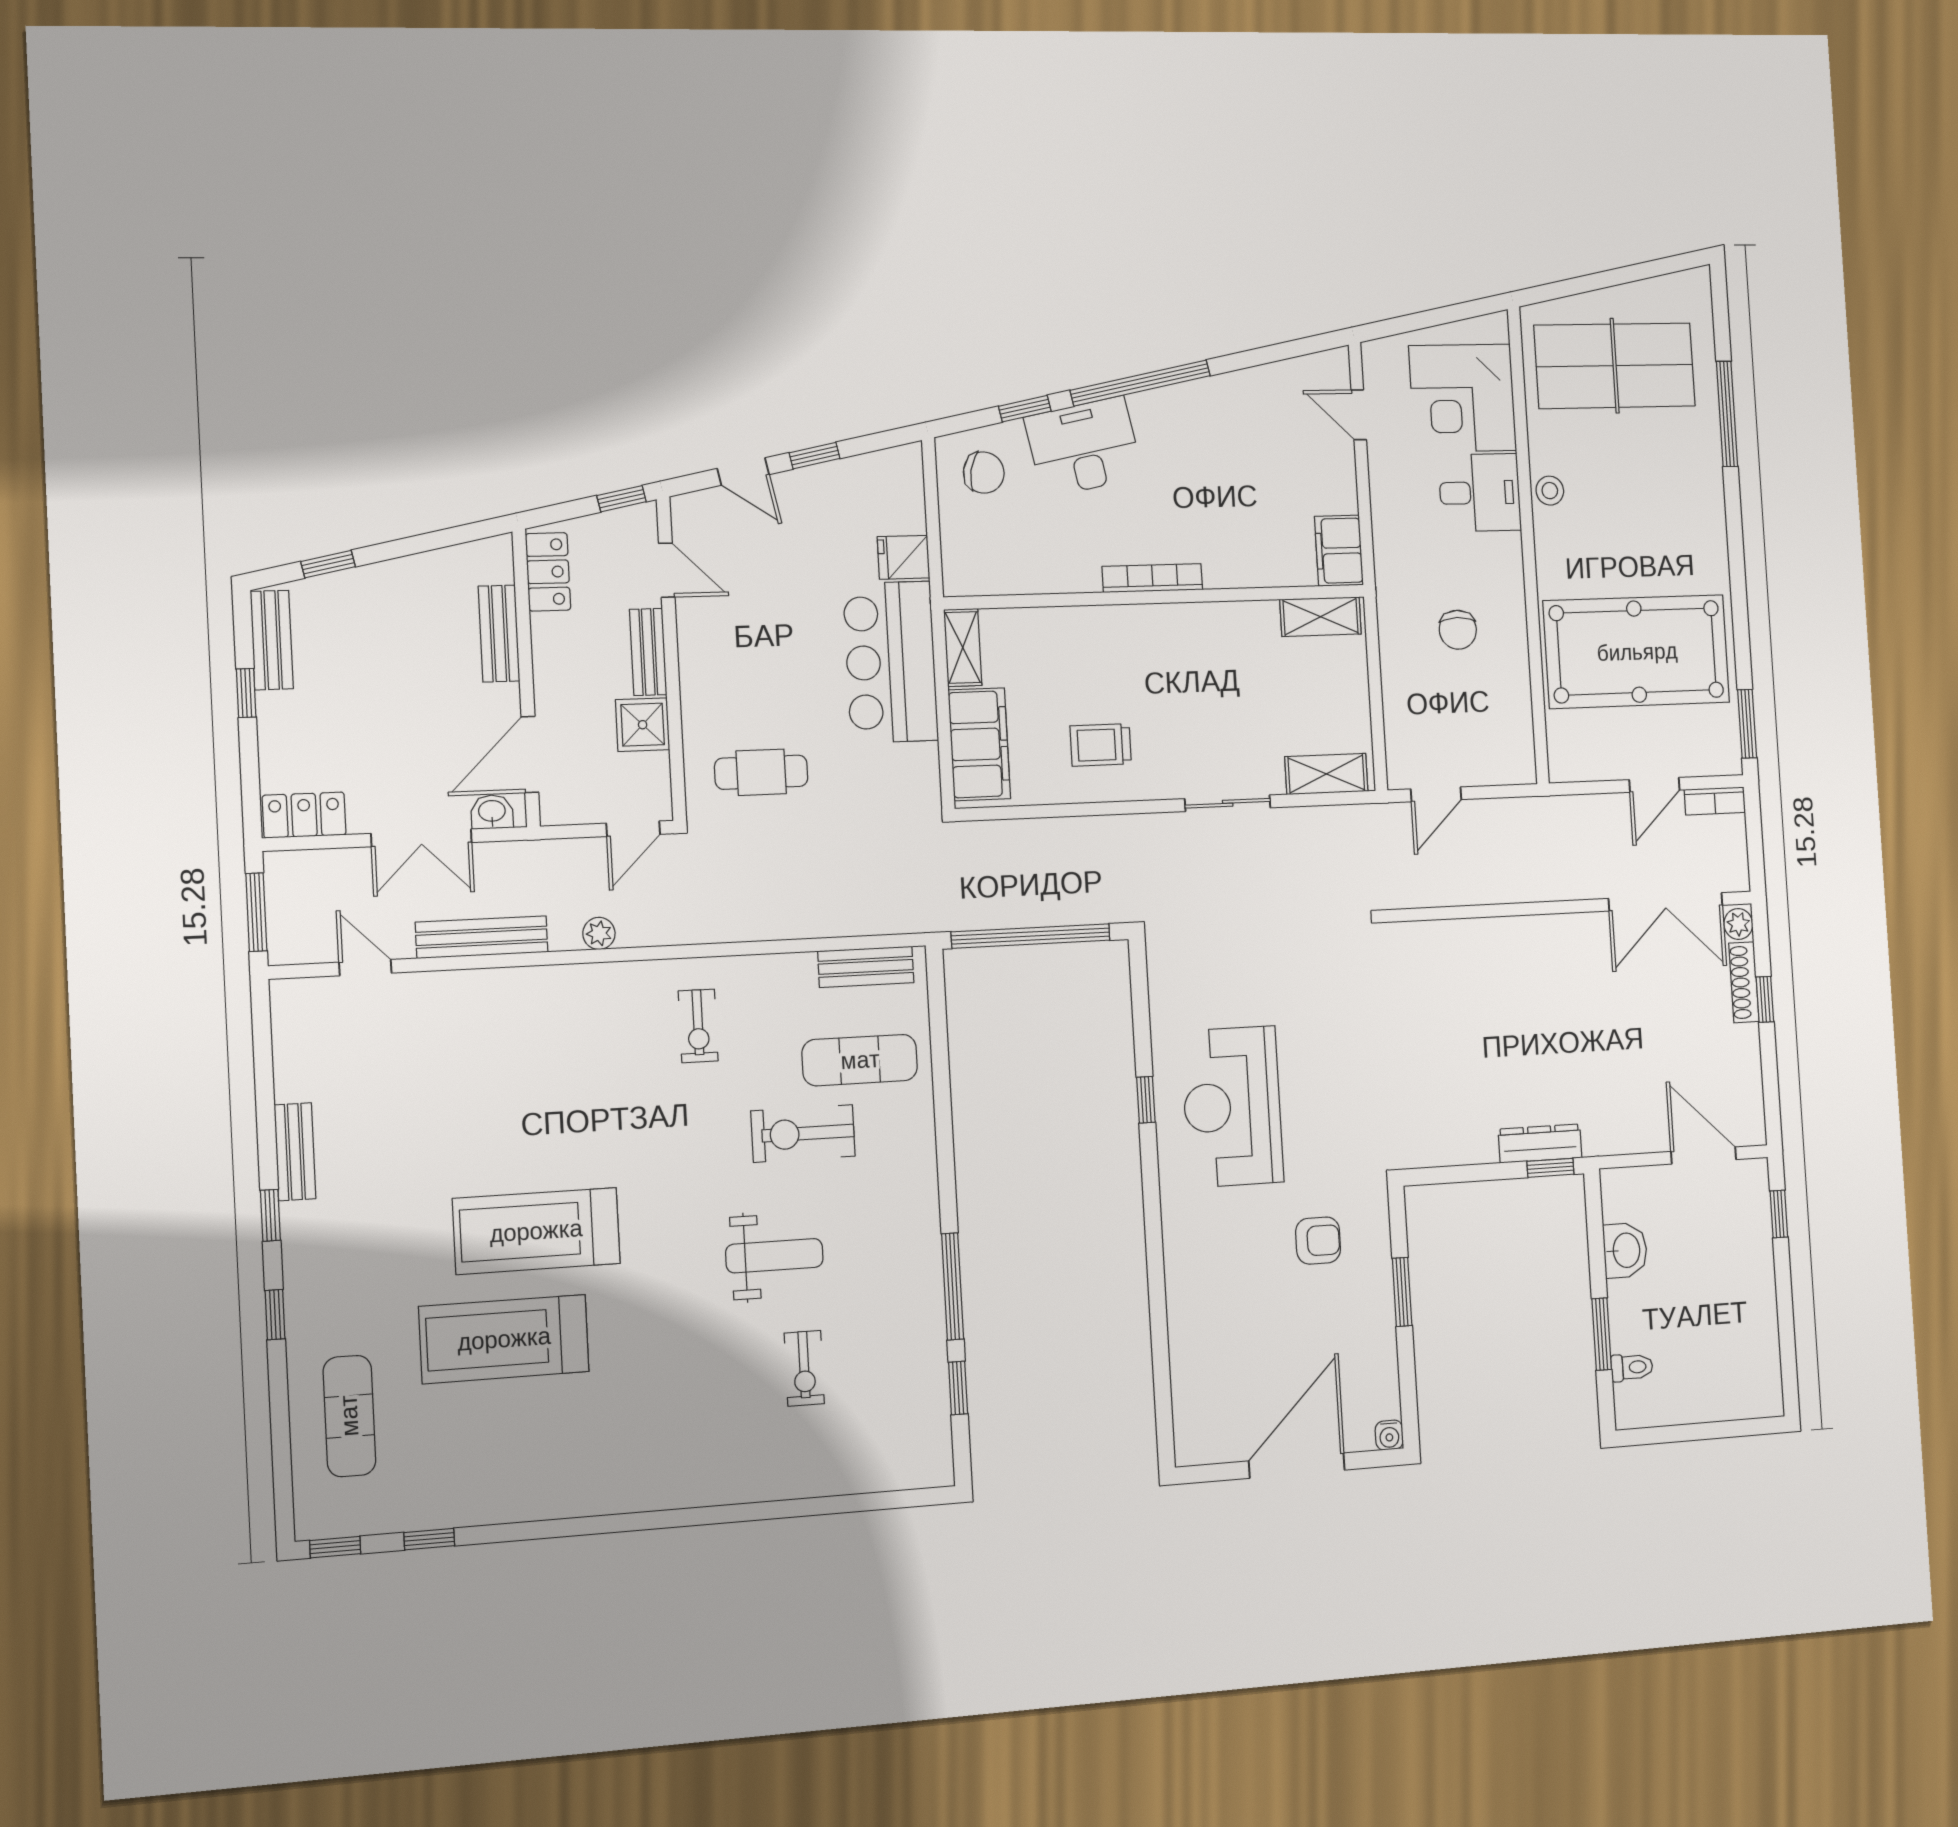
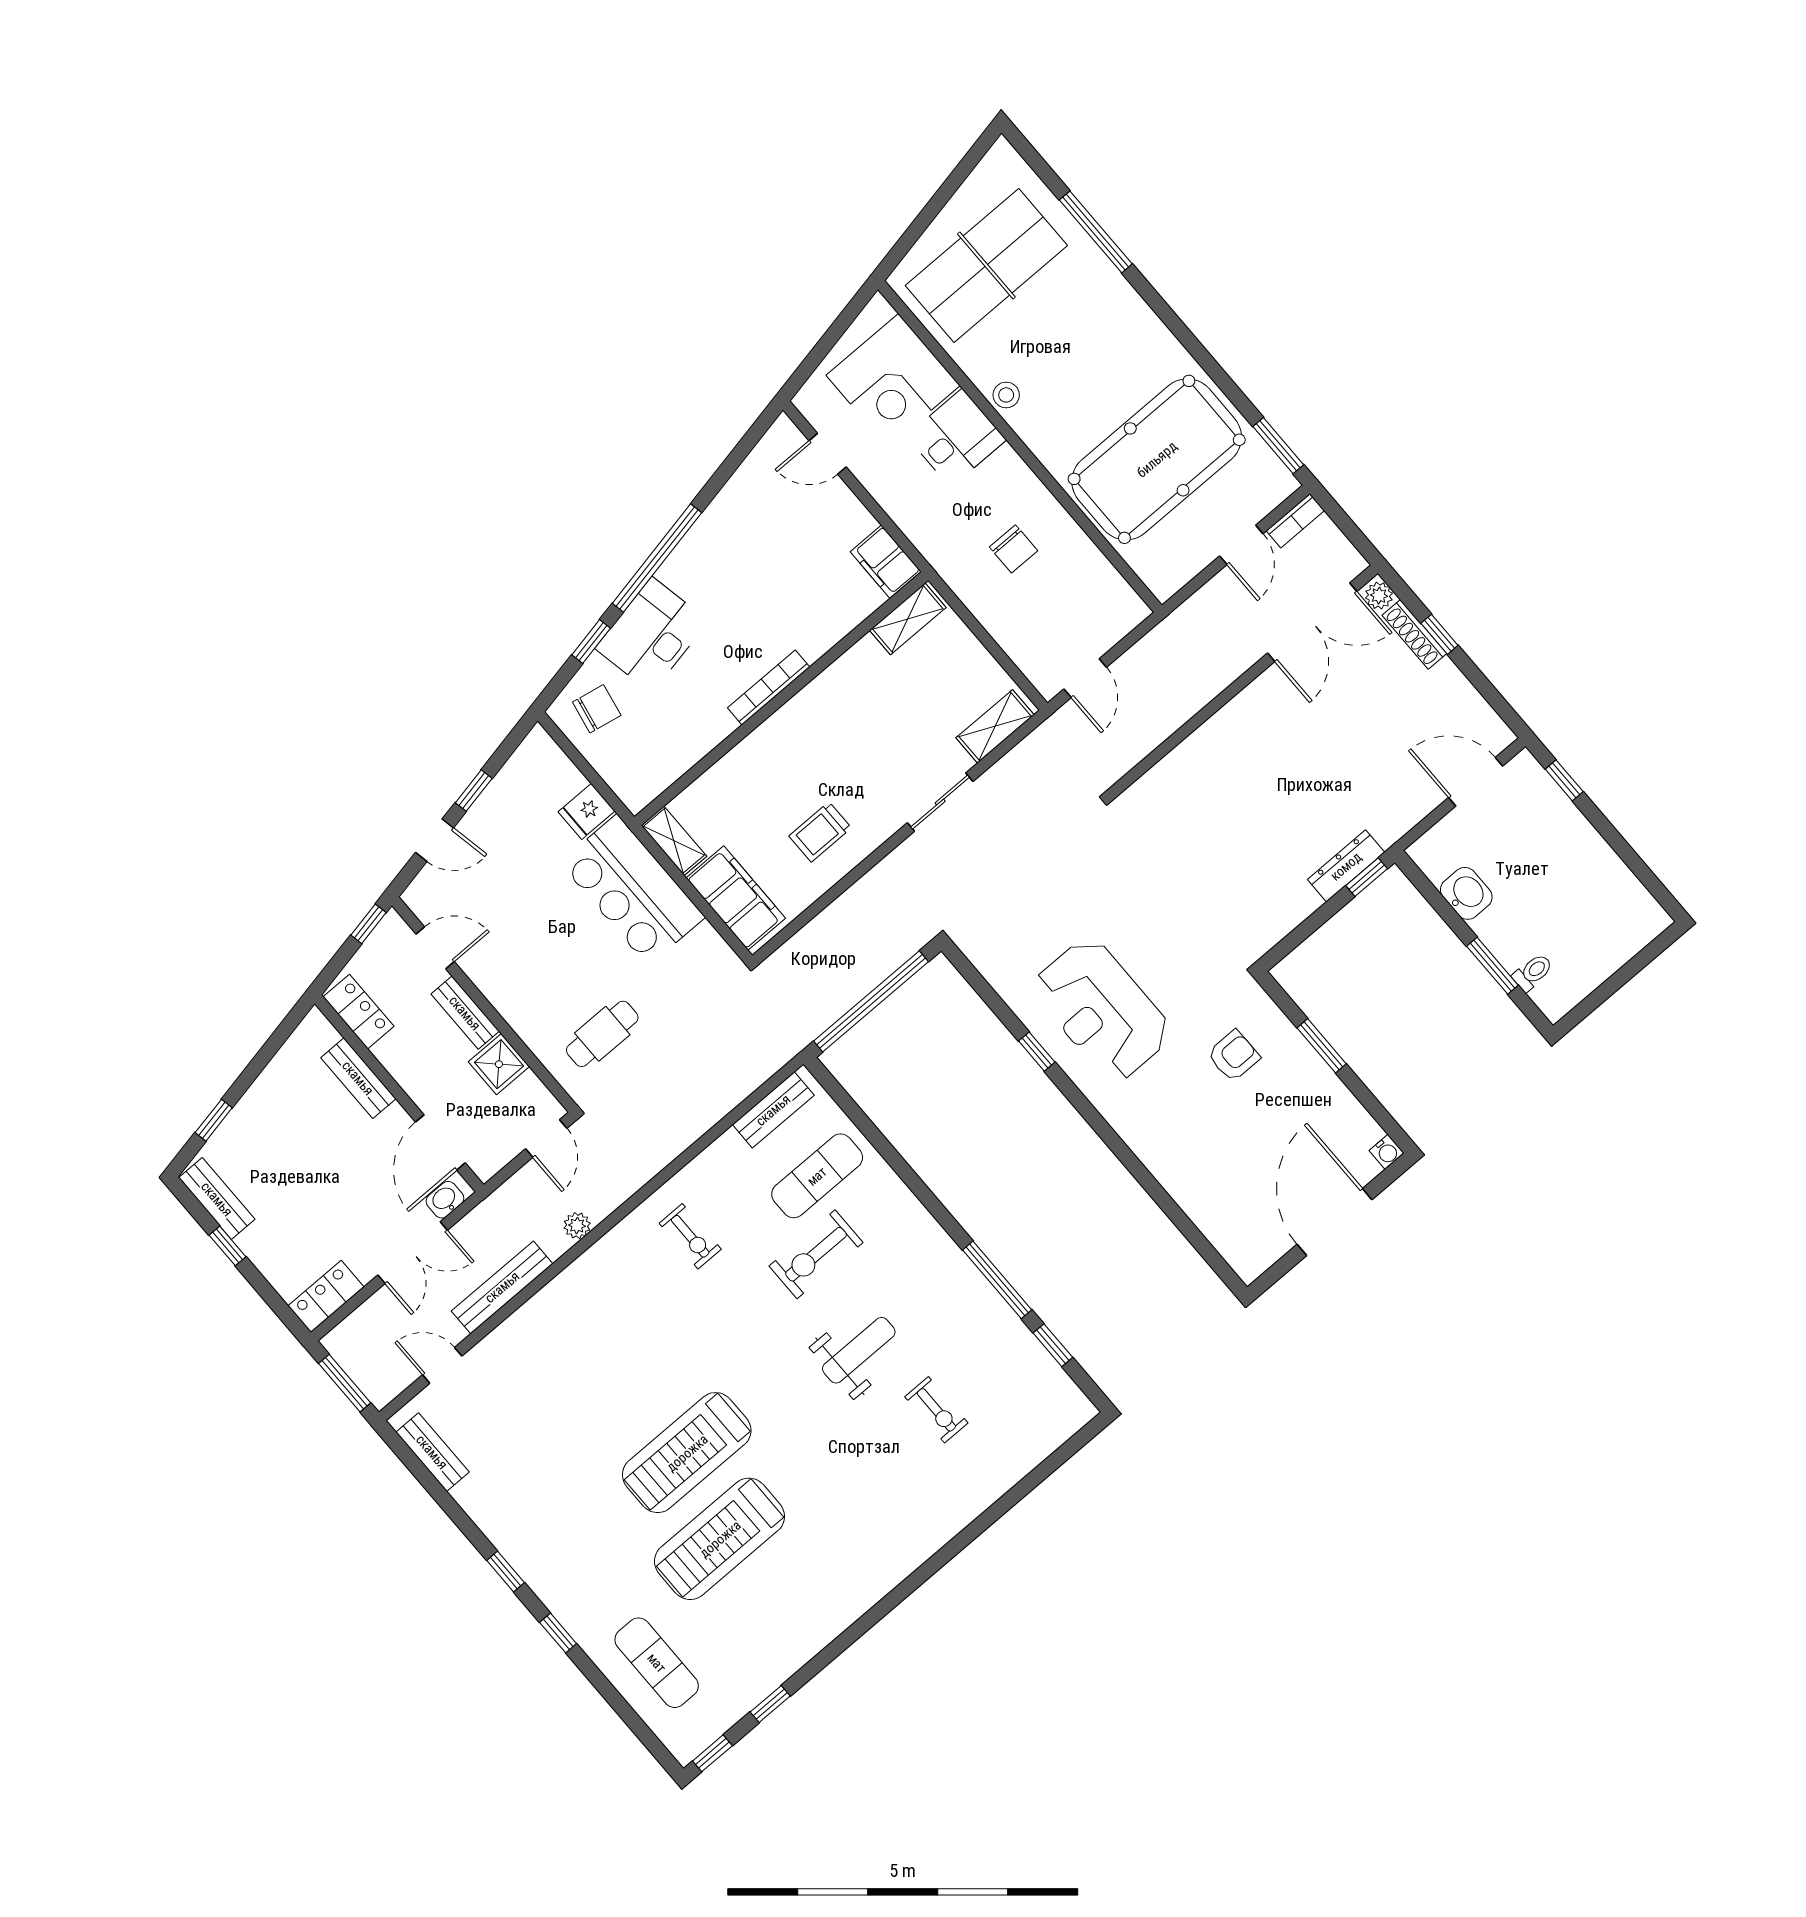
bench: (295, 1152) -> (432, 1452), moved

